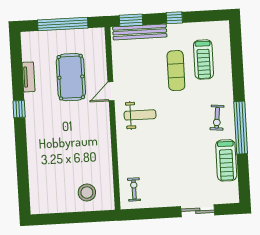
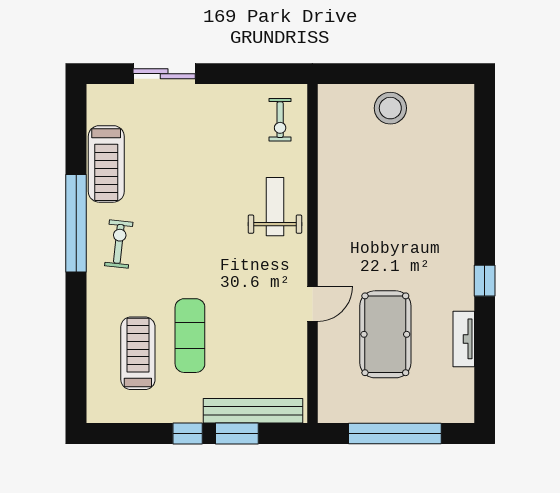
window: (131, 20) -> (237, 433), moved
weight bench: (140, 115) -> (275, 207), moved, turned 90
treadmill: (226, 160) -> (106, 164), turned 180
stool: (87, 193) -> (390, 108), moved

